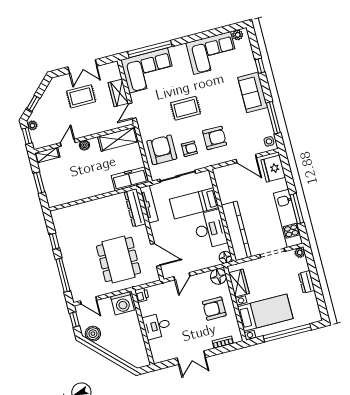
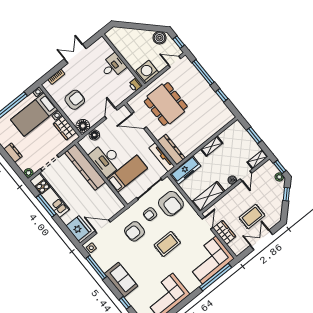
shelving: (90, 192) -> (212, 146), added
floor lamp: (225, 257) -> (94, 135), moved

